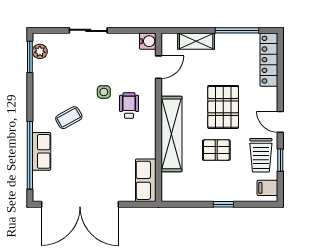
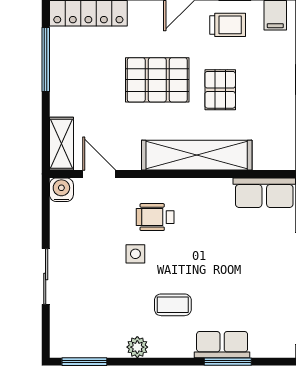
shelving: (196, 41) -> (61, 144), moved
plant: (40, 51) -> (137, 347), moved
coffee table: (69, 118) -> (173, 305), turned -61
window: (30, 155) -> (228, 362), width x0.47
trolley: (261, 155) -> (228, 25), width x0.73, depth x0.72

